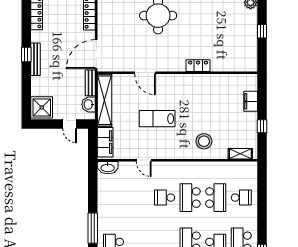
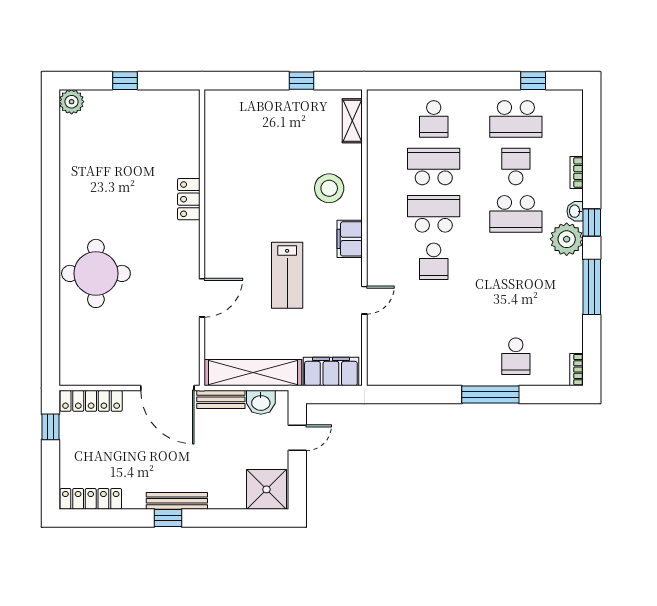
filing cabinet: (251, 101) -> (350, 239), moved, turned 90
washbasin: (108, 168) -> (378, 367), removed
school desk: (190, 198) -> (434, 214), turned 180
school desk: (241, 198) -> (434, 119), turned 180

